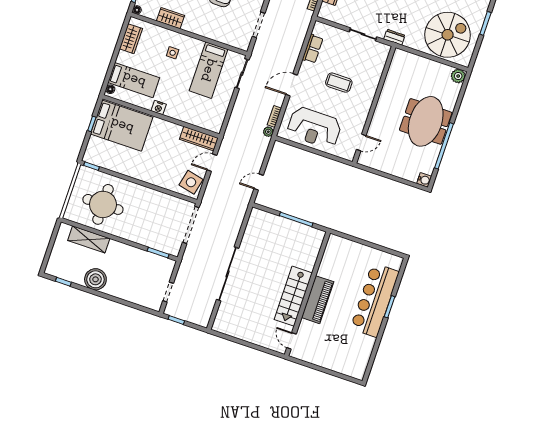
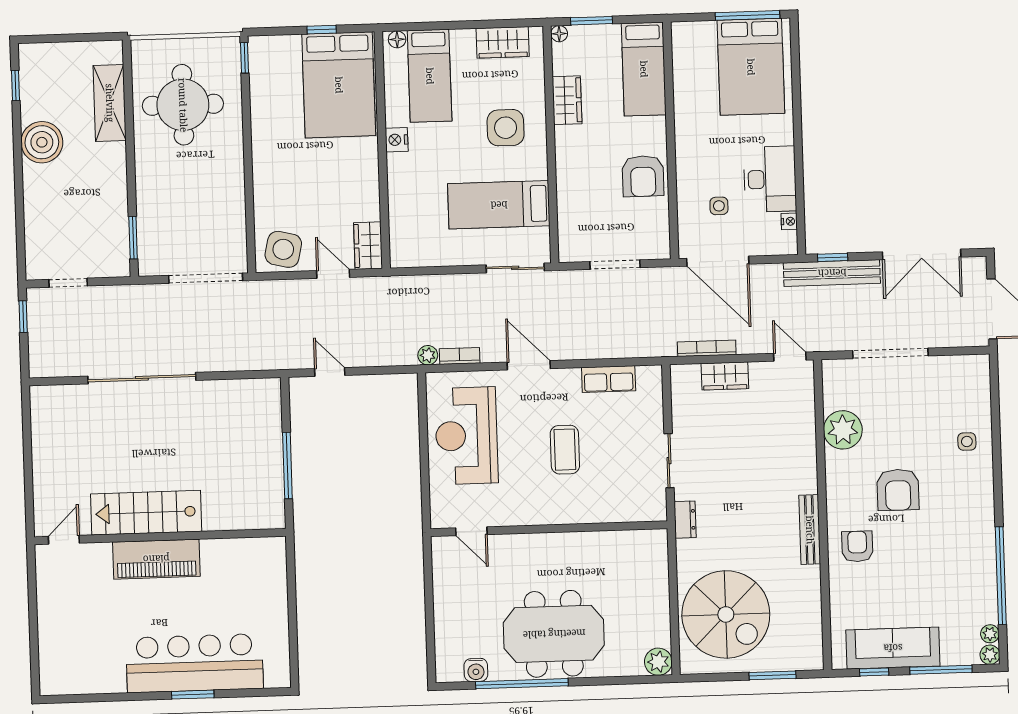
side table: (173, 53) -> (506, 128), width x1.87, depth x1.87
wardrobe: (199, 139) -> (368, 246), width x0.67
water cooler: (424, 180) -> (476, 670), moved

